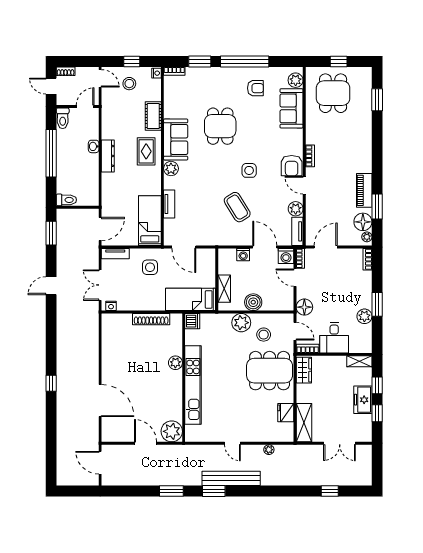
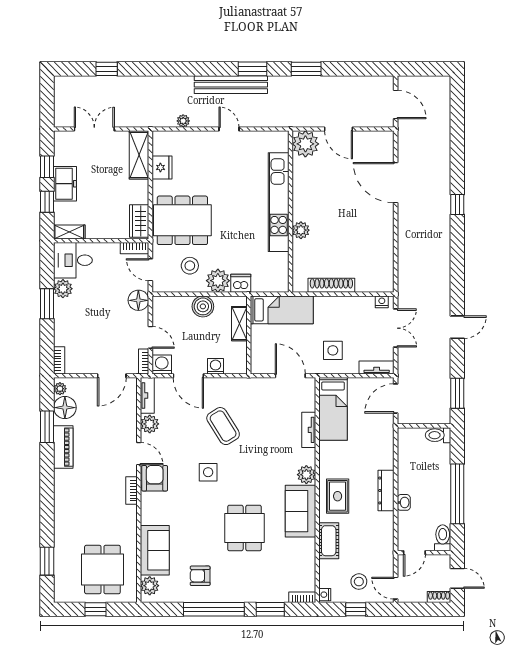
dishwasher: (192, 321) -> (241, 283), moved, turned 90
desk: (334, 338) -> (73, 260), moved, turned -90

